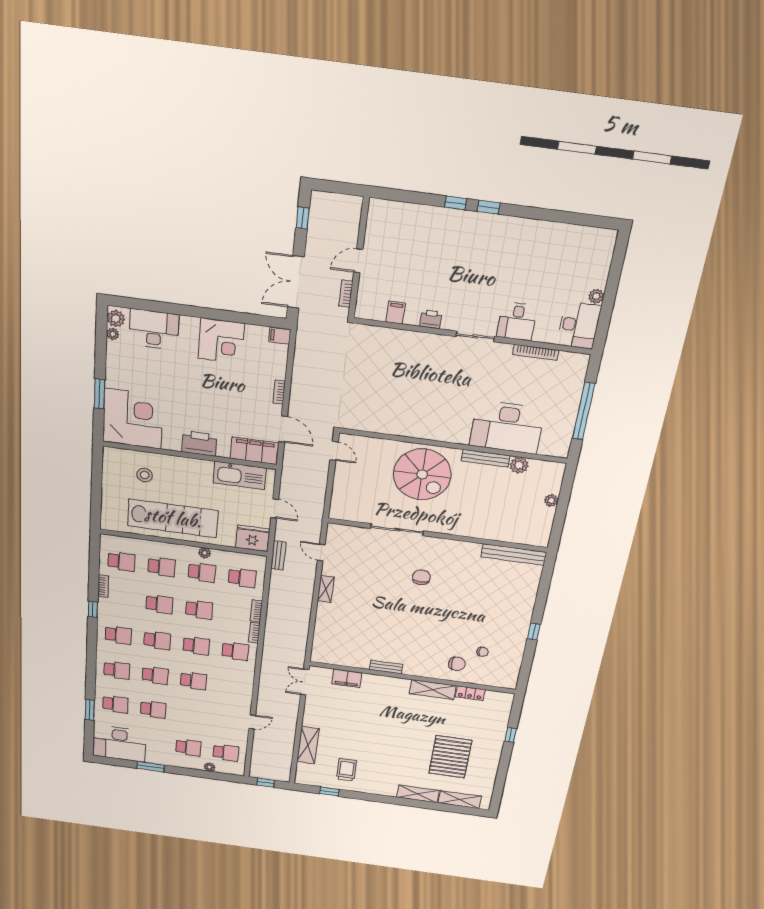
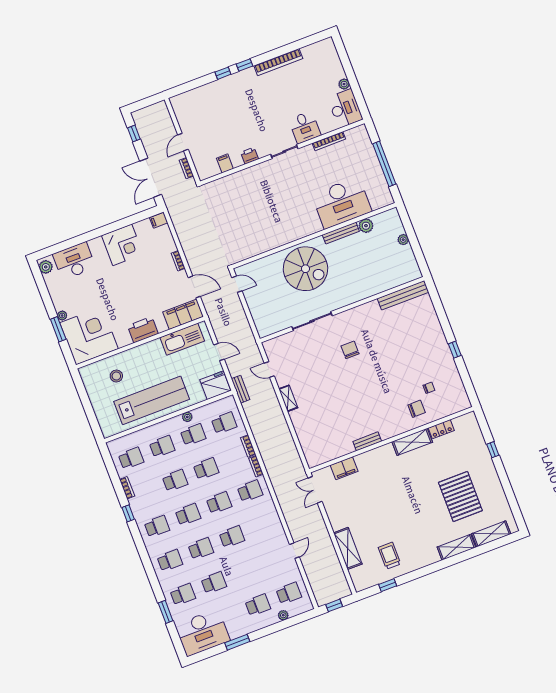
bookcase: (533, 226) -> (278, 62), added
plant: (113, 334) -> (62, 316), moved

